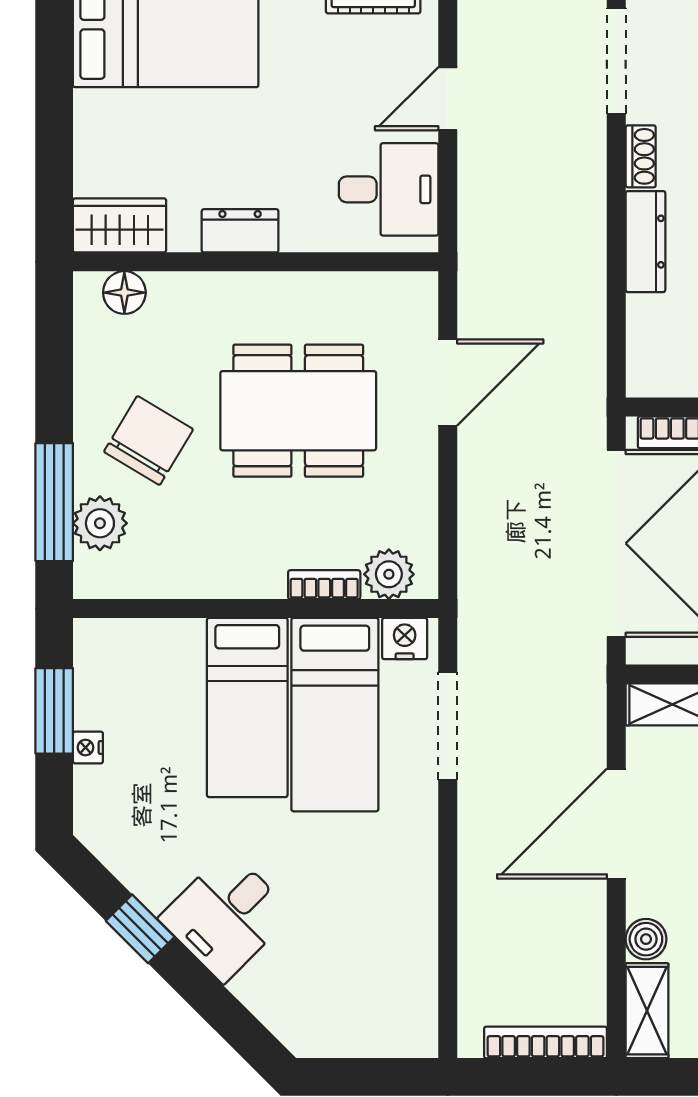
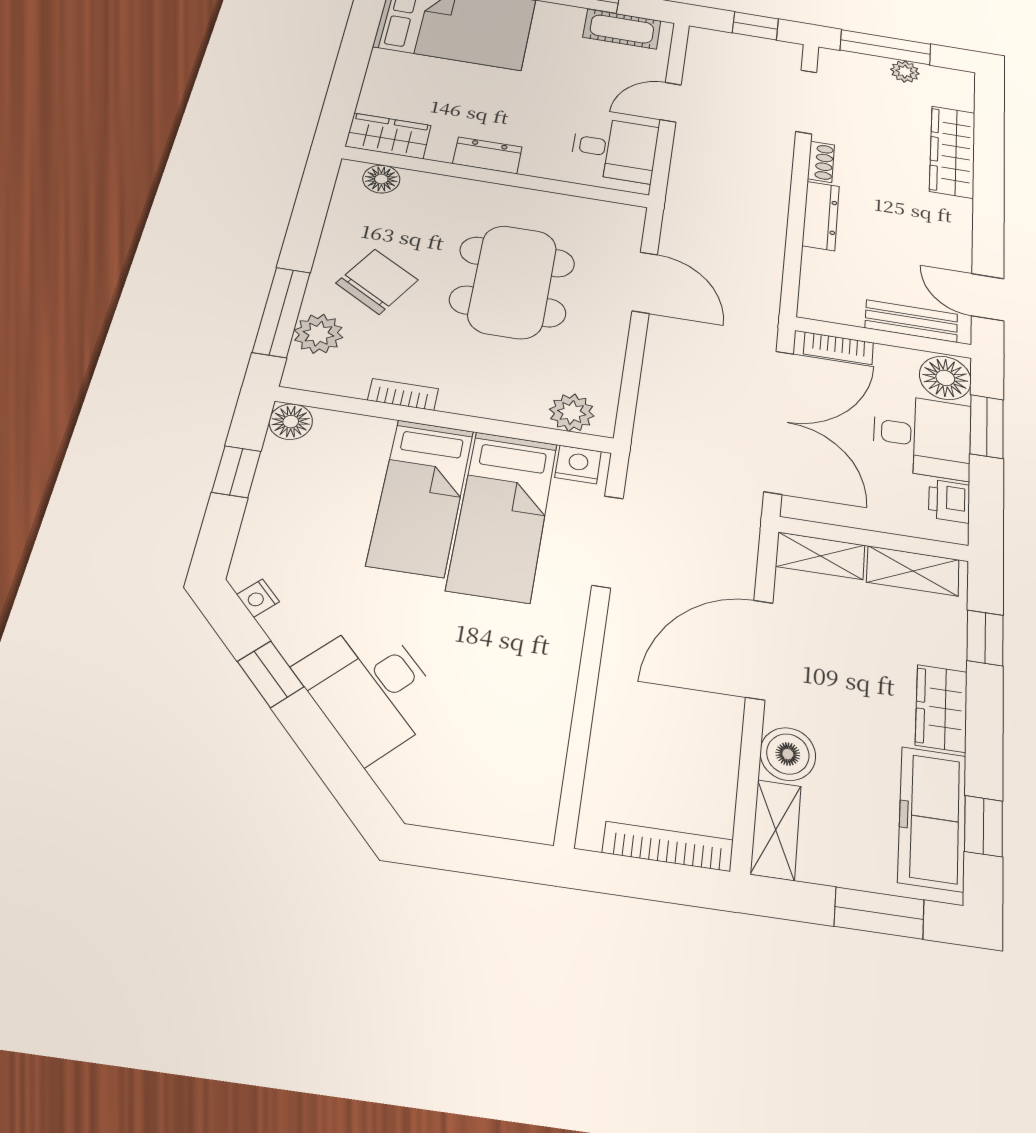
door: (448, 382) -> (645, 282), hinge flipped
dining table: (298, 411) -> (512, 281), turned 90
bookcase: (324, 585) -> (403, 394), moved
floor lamp: (95, 640) -> (291, 422), added
window: (54, 711) -> (236, 472), width x0.67
nightstand: (88, 747) -> (258, 598), moved, turned -45
desk: (226, 916) -> (371, 689), width x1.37
boiler: (646, 939) -> (788, 754), width x1.36, depth x1.36

